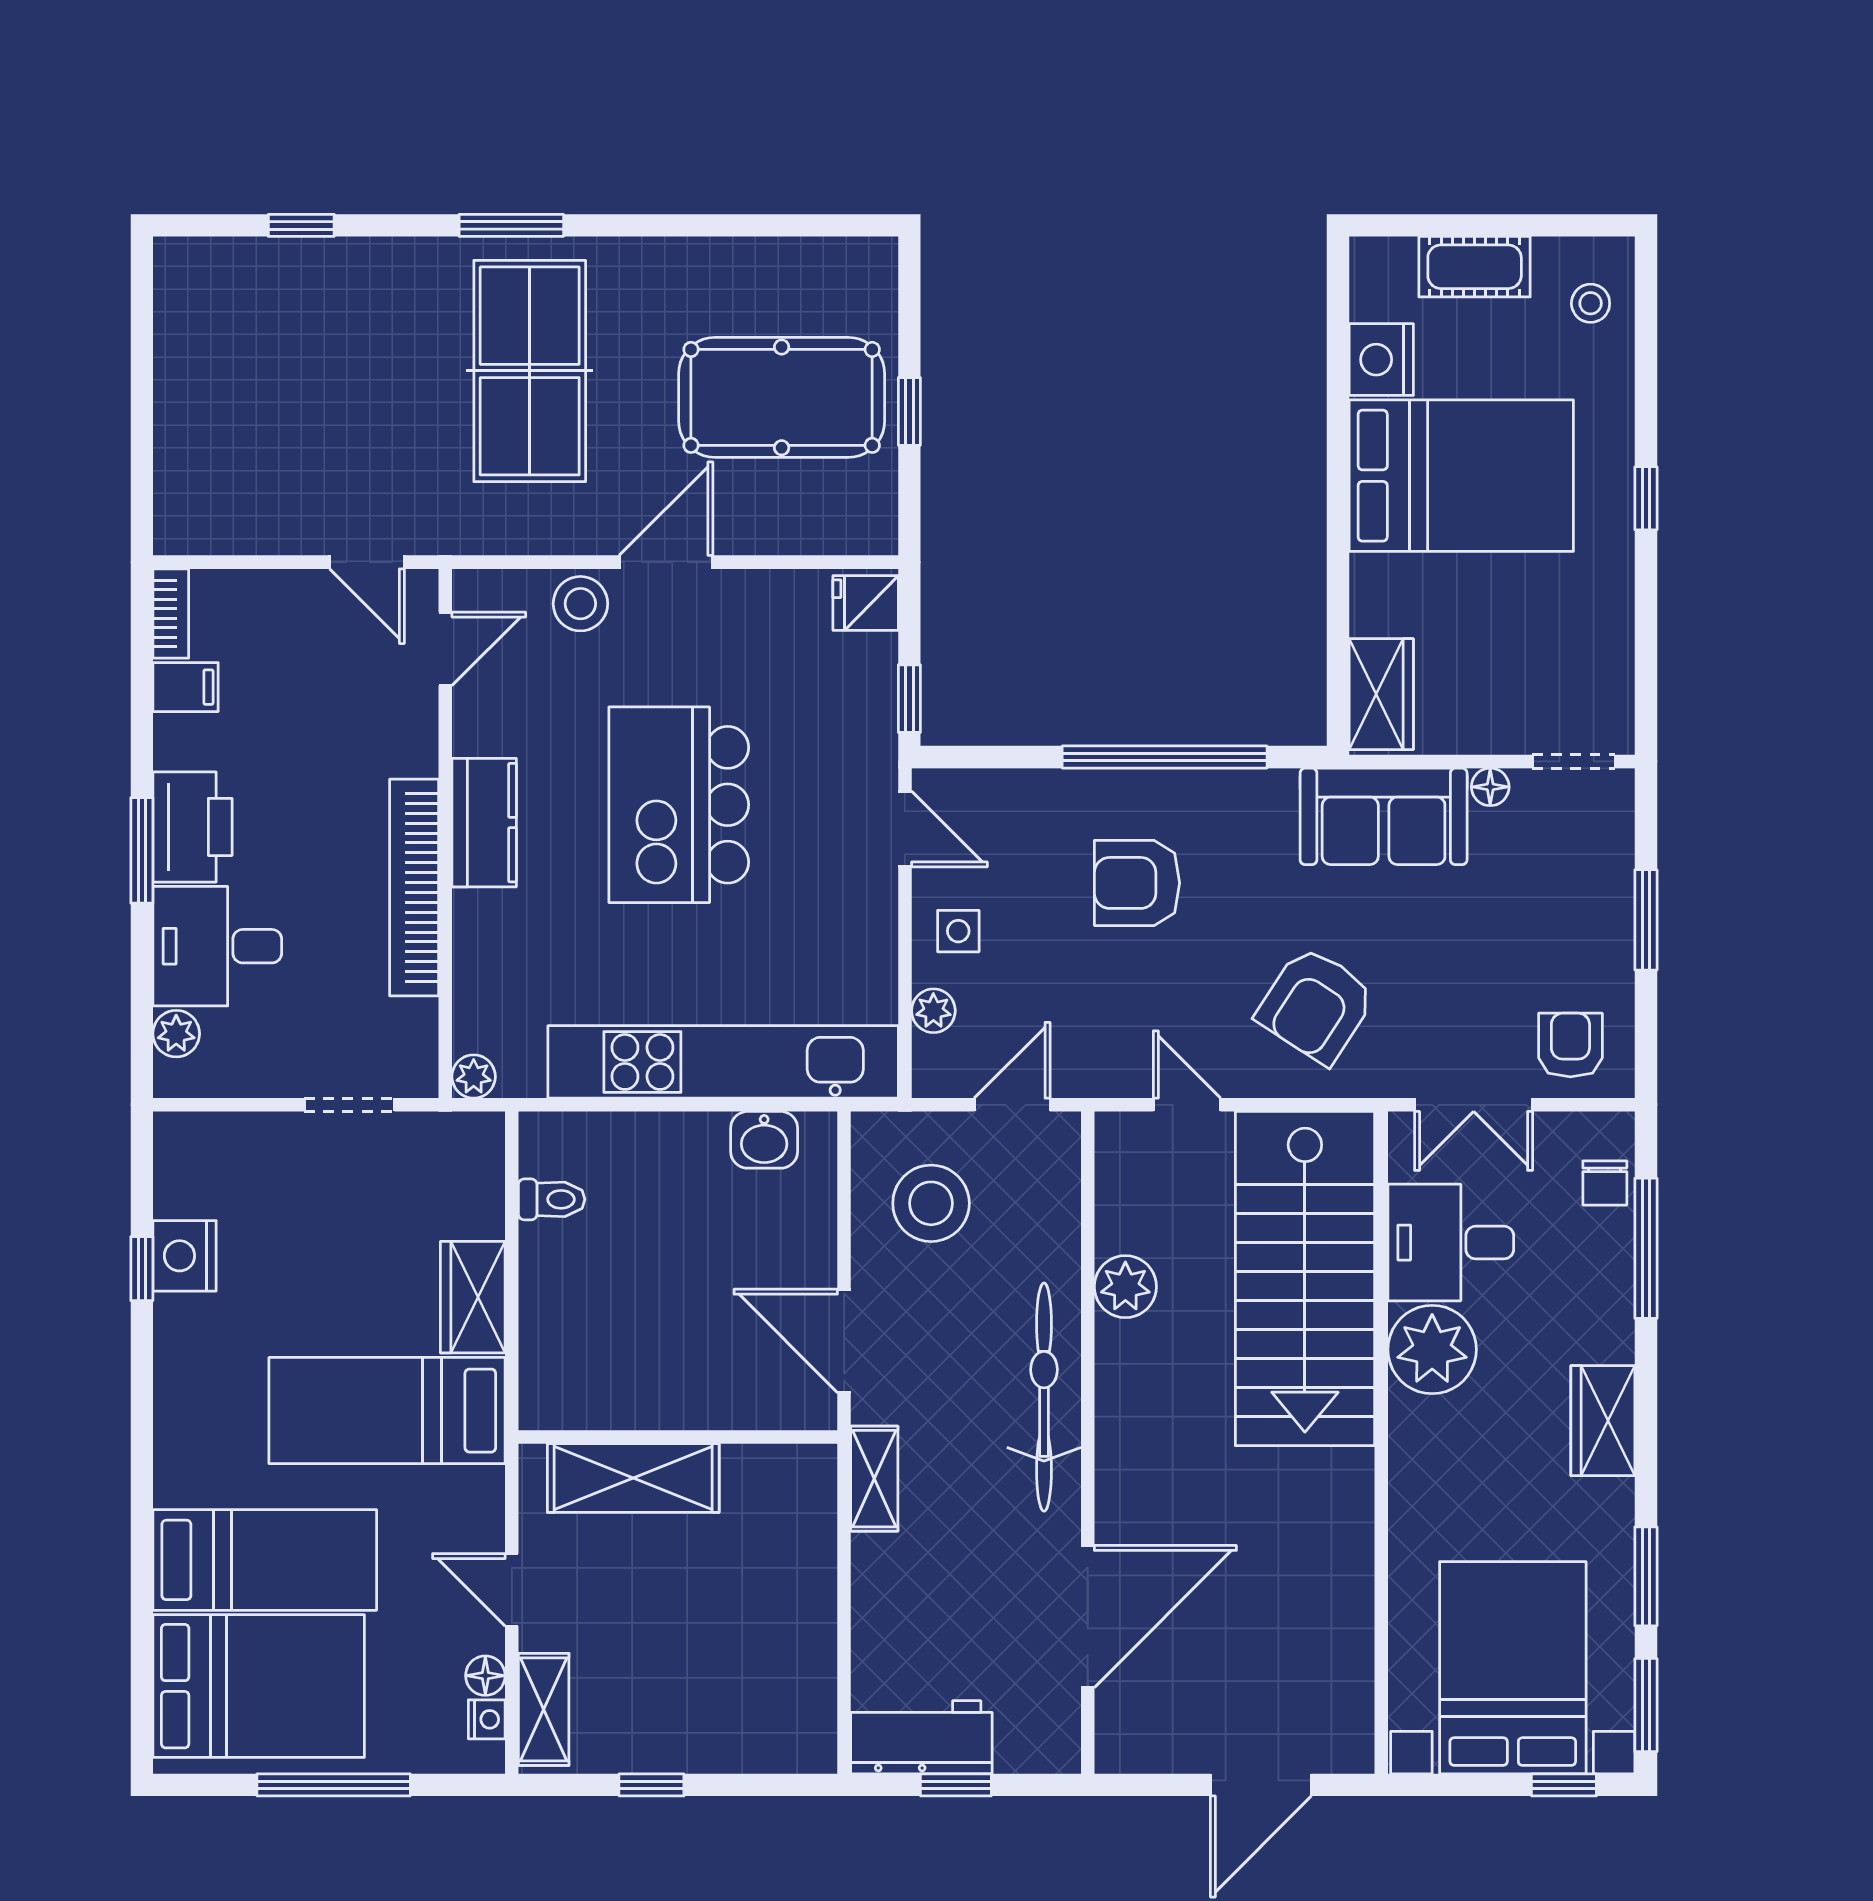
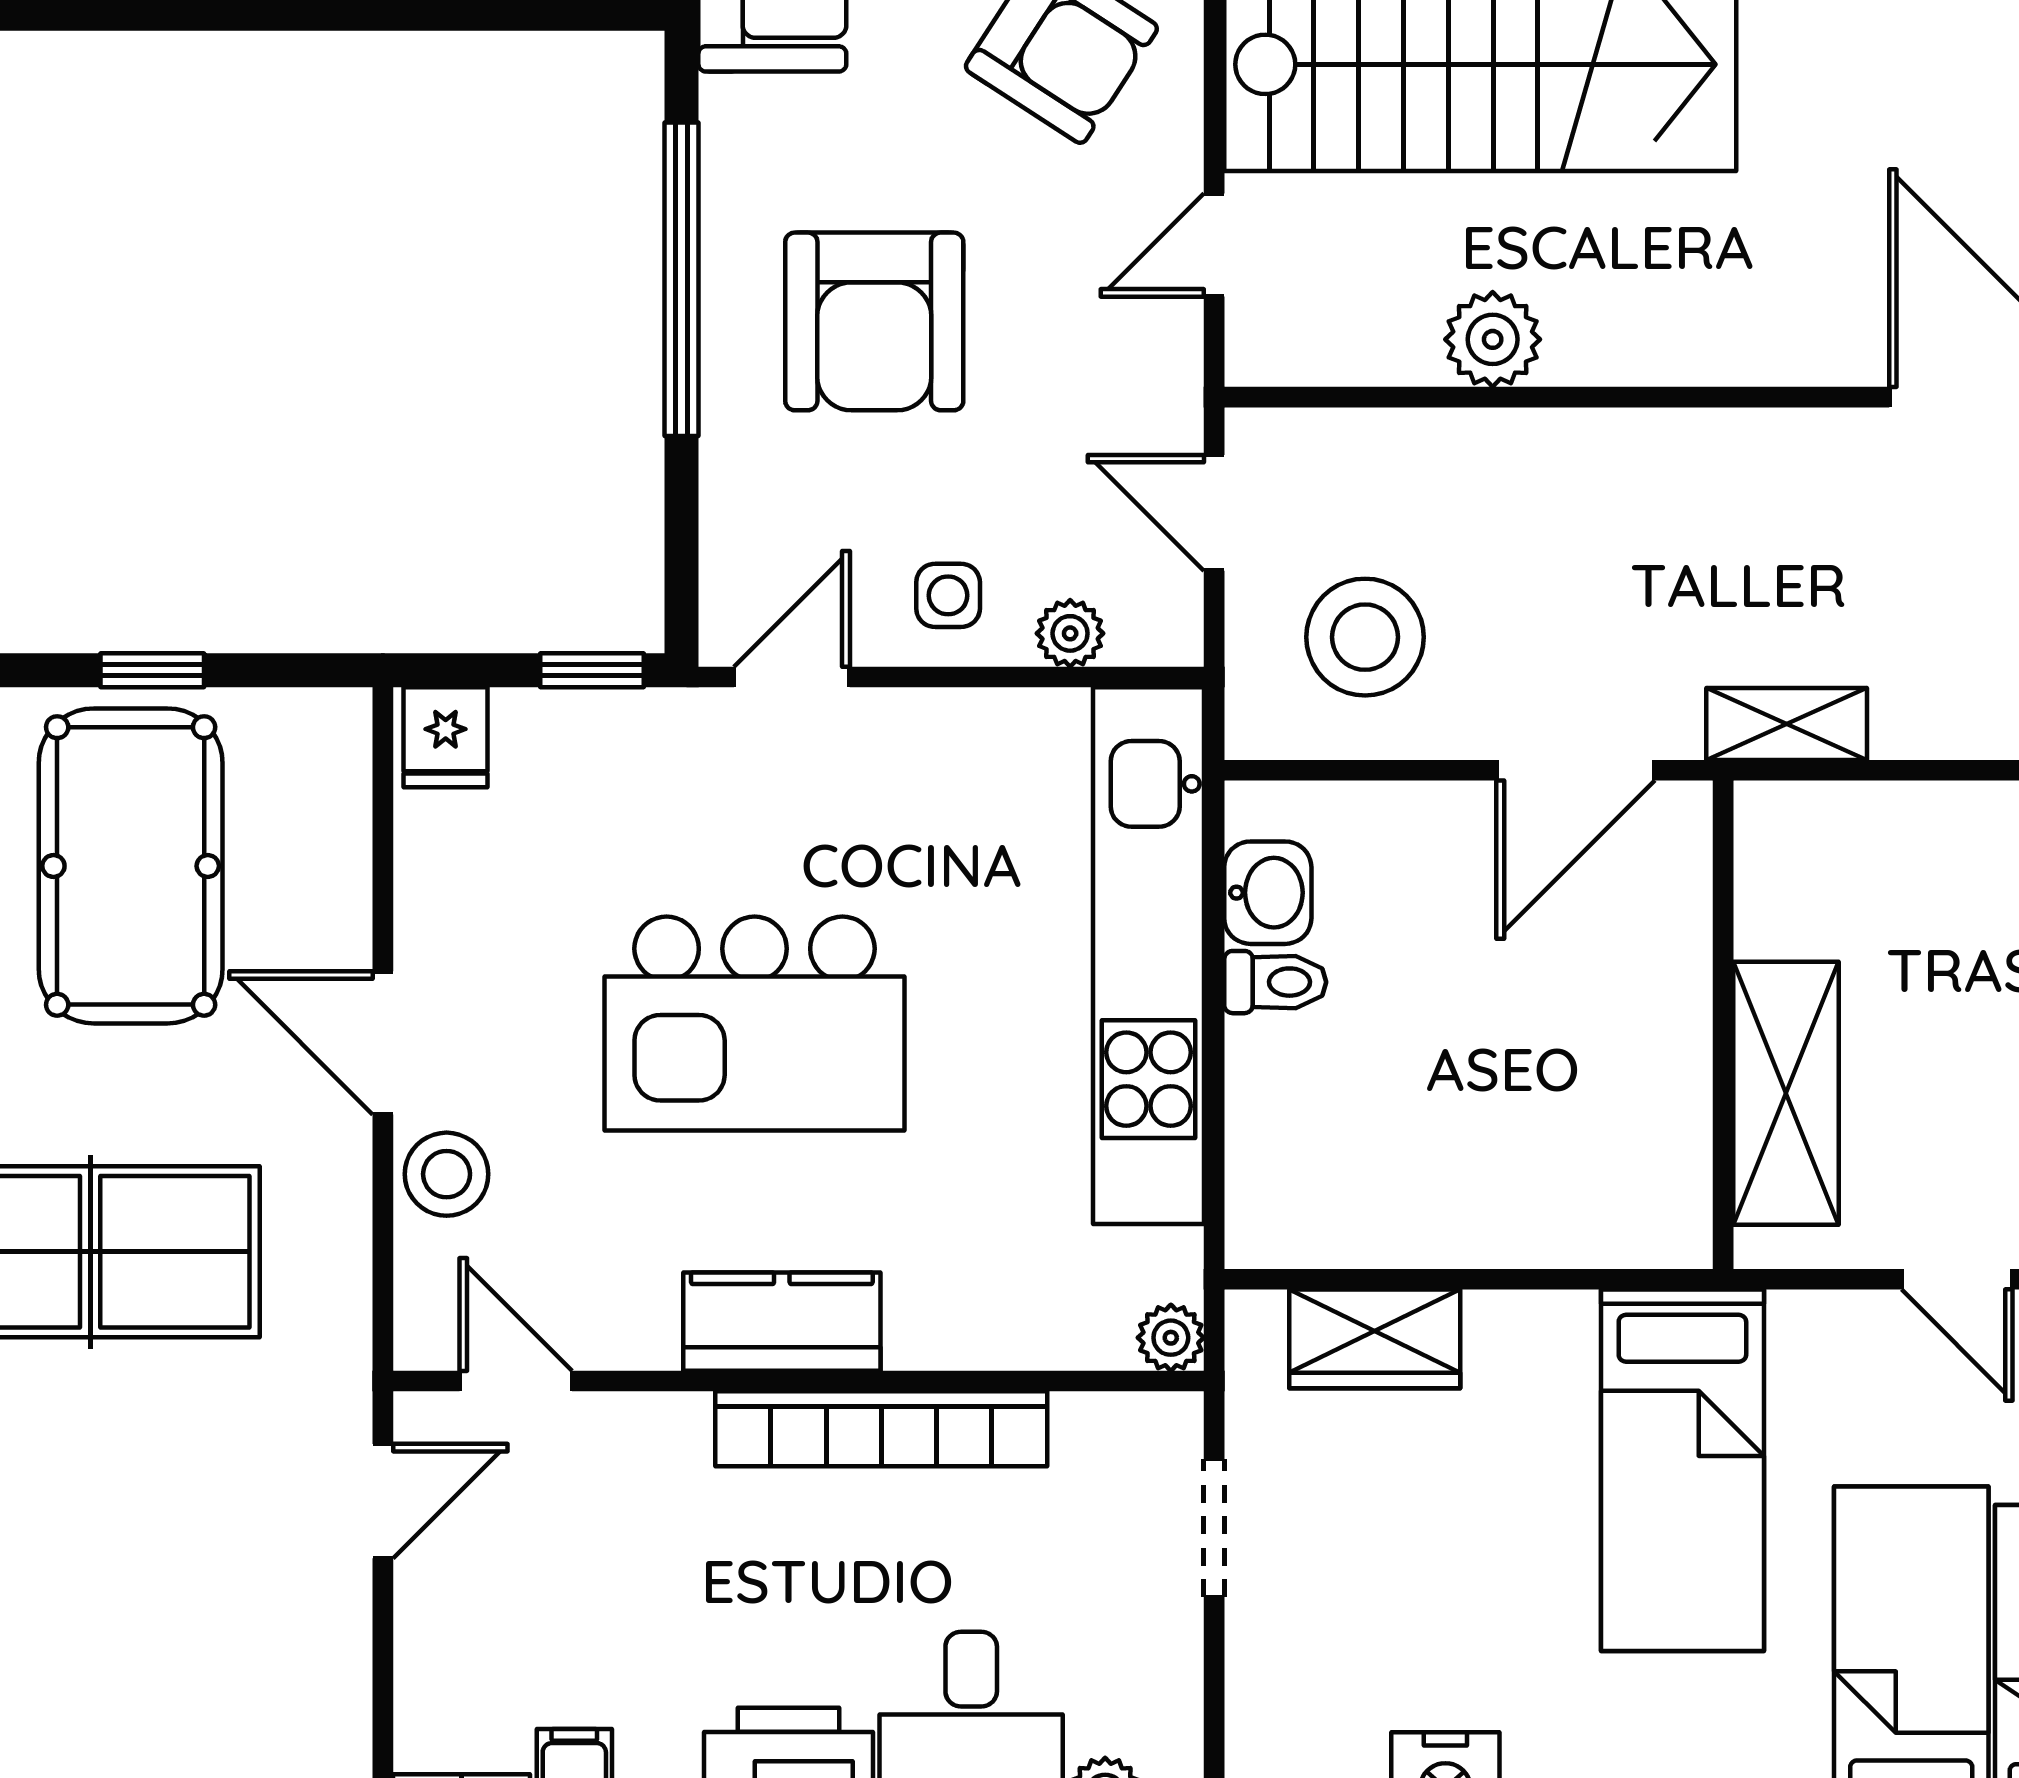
armchair: (1137, 883) -> (874, 321), width x1.36, depth x1.36
toilet: (552, 1199) -> (1275, 982), moved, turned 90
wardrobe: (473, 1297) -> (1375, 1339), moved
bicycle: (1044, 1397) -> (1662, 464), removed
door: (512, 1590) -> (1957, 1279), hinge flipped

